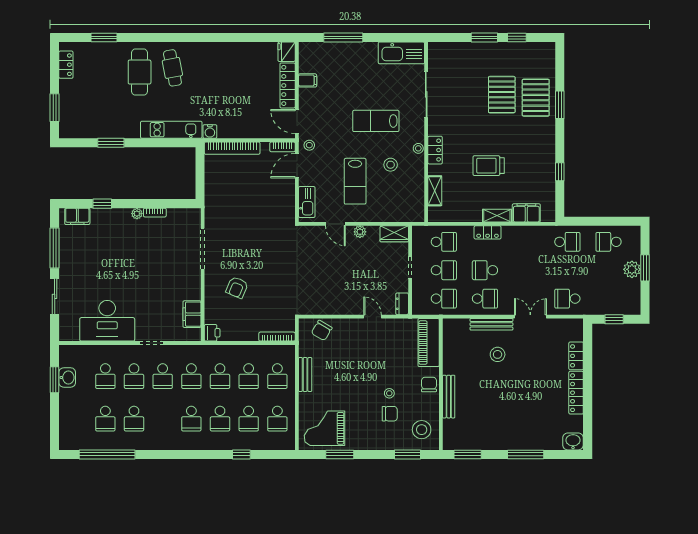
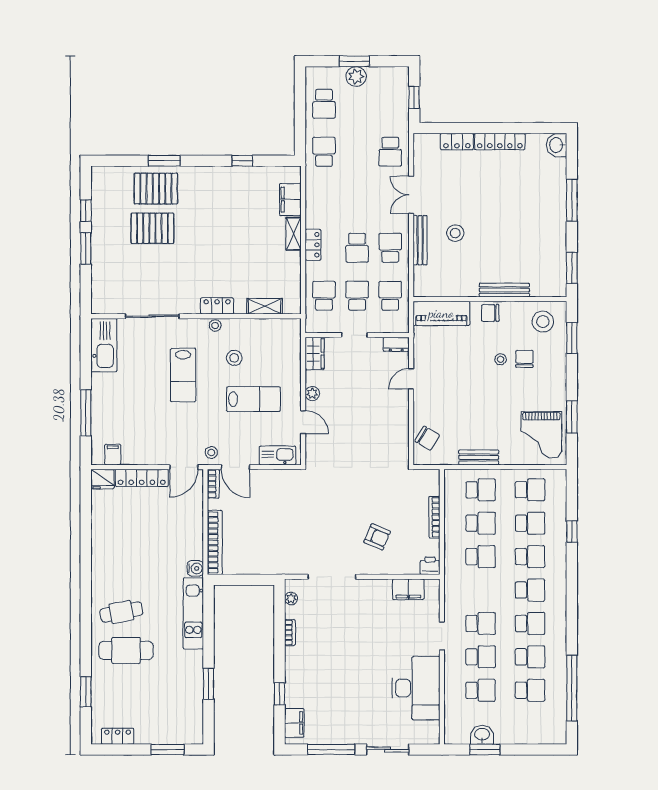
filing cabinet: (308, 80) -> (113, 455), moved
trolley: (489, 166) -> (235, 244), removed
plant: (137, 214) -> (291, 599), moved
door: (335, 224) -> (303, 422), hinge flipped
bookcase: (277, 337) -> (434, 517), moved
school desk: (191, 376) -> (530, 623), moved

